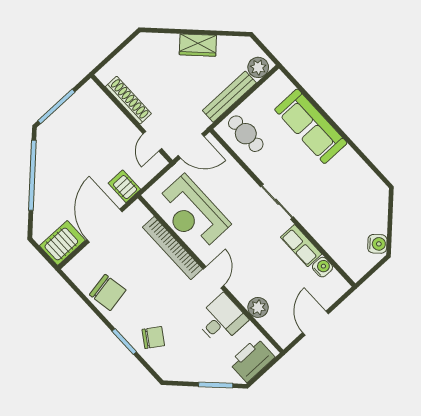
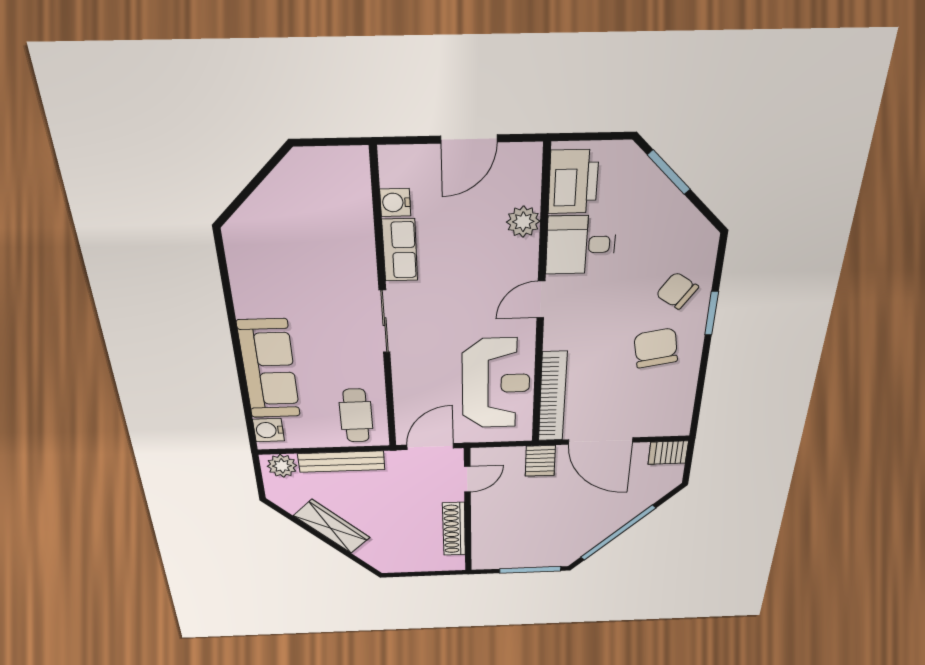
wardrobe: (198, 45) -> (332, 527), width x1.50
door: (191, 146) -> (430, 447), hinge flipped
door: (105, 226) -> (601, 441), hinge flipped
server rack: (62, 243) -> (668, 453), width x0.73, depth x0.70
water cooler: (377, 244) -> (268, 430), moved, turned -45
bookcase: (173, 248) -> (553, 397), moved
chair: (108, 292) -> (656, 348), moved
printer: (252, 360) -> (573, 182), moved, turned -90

